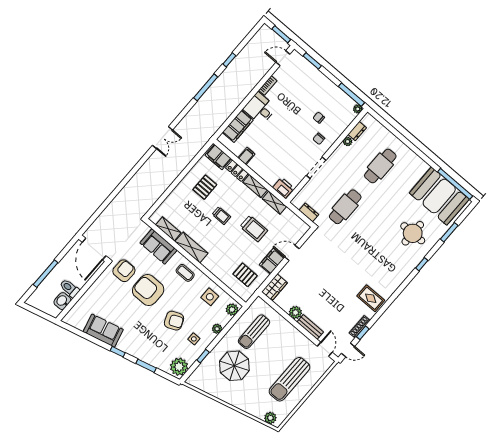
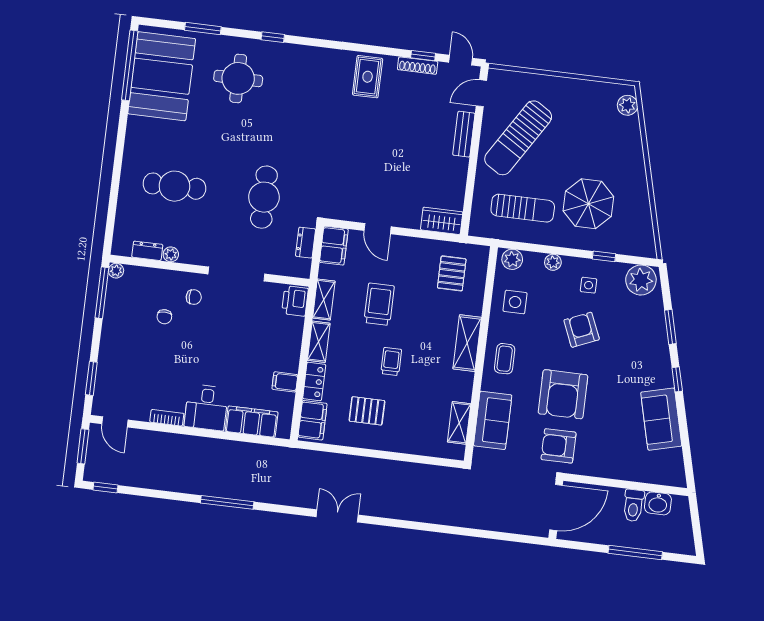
window: (229, 60) -> (105, 487), moved
doorway: (316, 168) -> (236, 274), width x1.36
cafe table: (345, 207) -> (264, 197), turned 90
shelving: (191, 247) -> (467, 343), moved
filing cabinet: (272, 261) -> (334, 246), moved, turned -90
plant: (295, 312) -> (457, 168), removed
sun lounger: (289, 379) -> (518, 138), moved, turned 122

